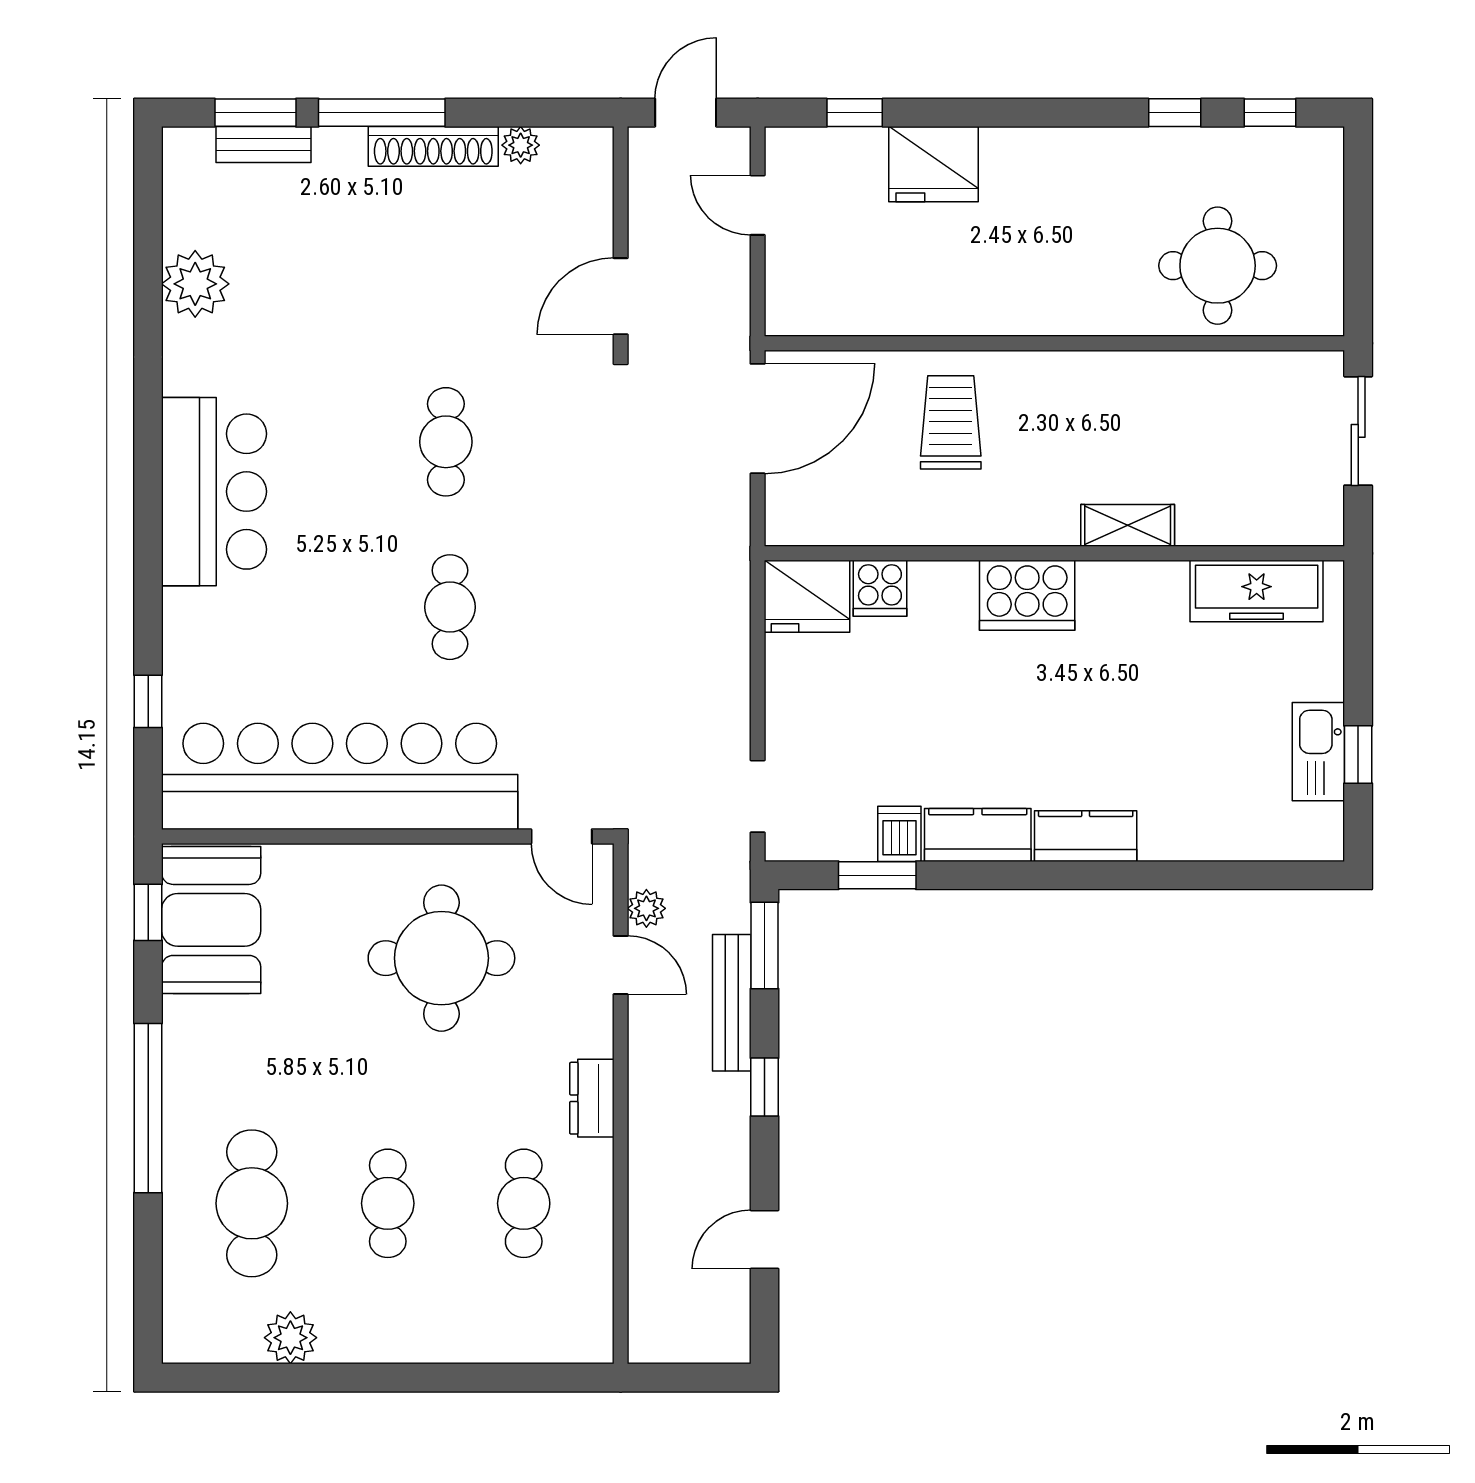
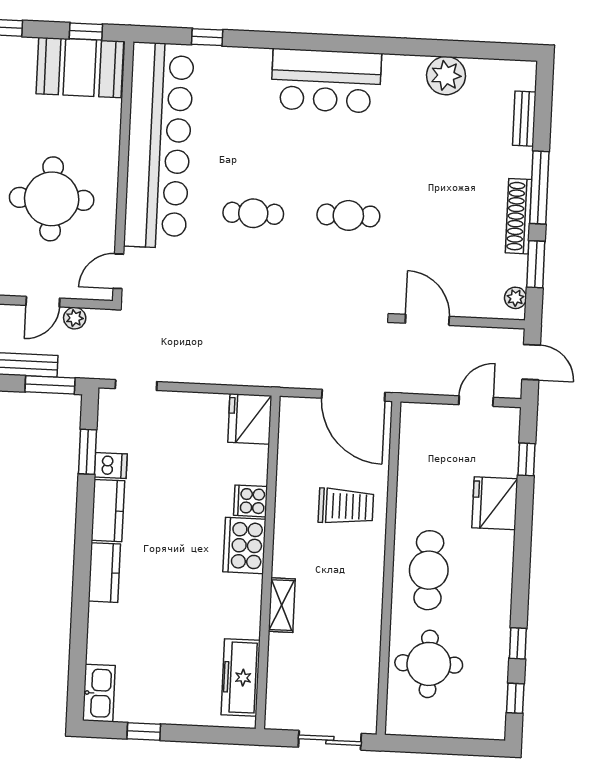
window: (255, 113) -> (536, 264), moved
plant: (521, 145) -> (515, 298), moved
cafe table: (1055, 273) -> (429, 570), added
cooker: (880, 588) -> (251, 501), moved
kitchen sink: (1318, 752) -> (99, 693), moved, turned 90

